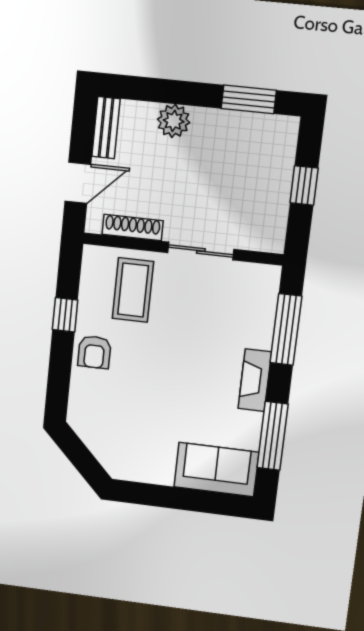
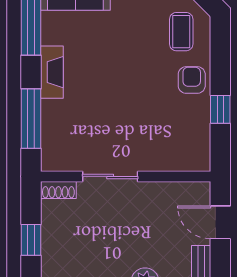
door: (78, 183) -> (220, 222), hinge flipped
shoe rack: (133, 227) -> (58, 190), moved, width x0.70
coffee table: (133, 290) -> (181, 32), moved, width x0.73, depth x0.77

